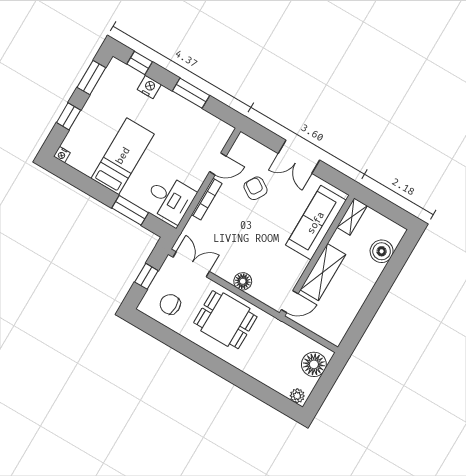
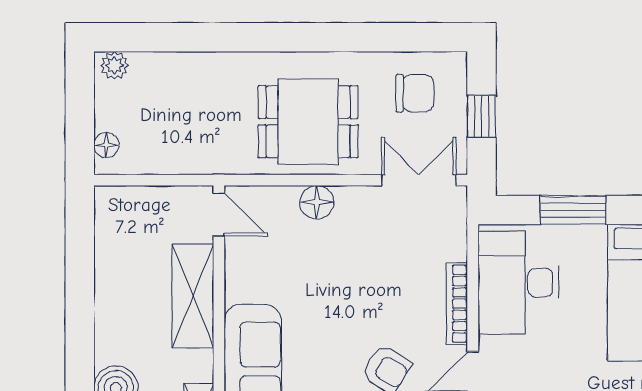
desk: (170, 198) -> (518, 283), width x1.37
double door: (191, 264) -> (419, 180), swing flipped
door: (290, 302) -> (219, 214), swing flipped
floor lamp: (314, 364) -> (106, 145), width x0.53, depth x0.53

